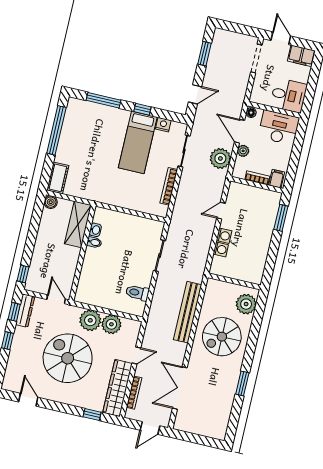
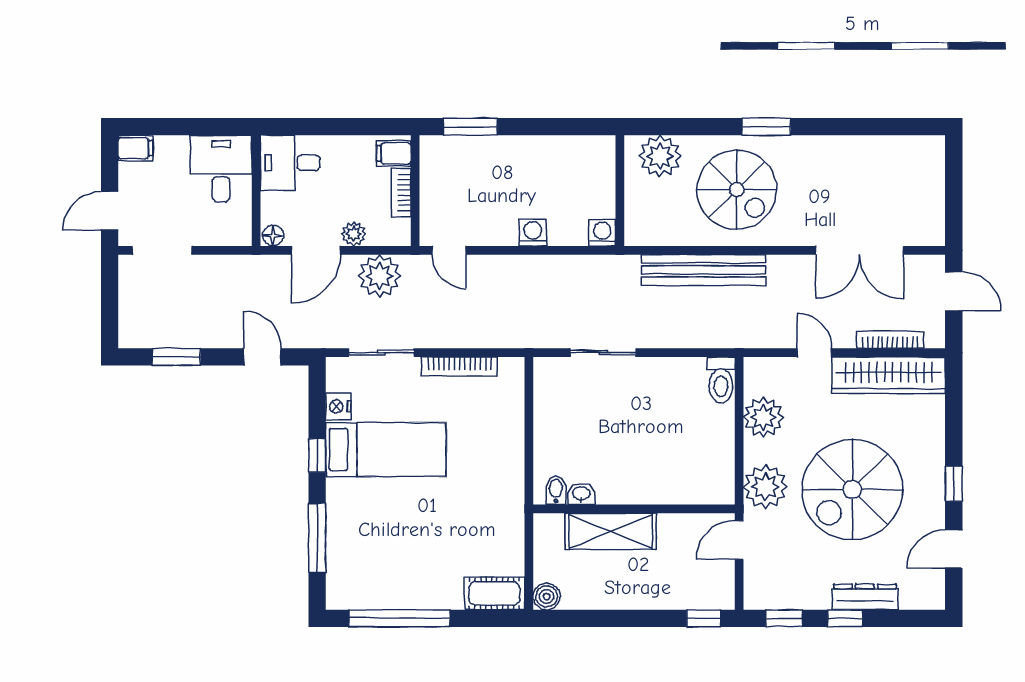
filing cabinet: (301, 56) -> (136, 148), width x0.50
desk: (279, 128) -> (290, 163), width x0.73
door: (221, 211) -> (449, 250), moved
shelving: (78, 224) -> (611, 531), moved
bidet: (94, 242) -> (556, 490), moved
washing machine: (221, 249) -> (602, 233), moved
toilet: (137, 293) -> (721, 380), moved
dresser: (25, 311) -> (865, 597), moved
plant: (90, 320) -> (765, 487), moved
window: (242, 383) -> (767, 127), moved
window: (92, 414) -> (954, 484), moved

